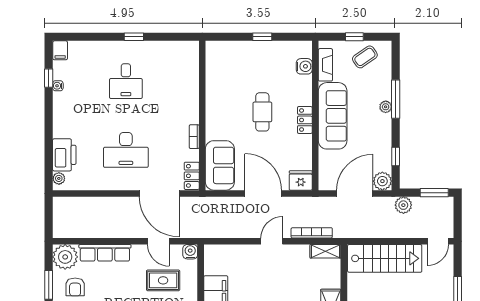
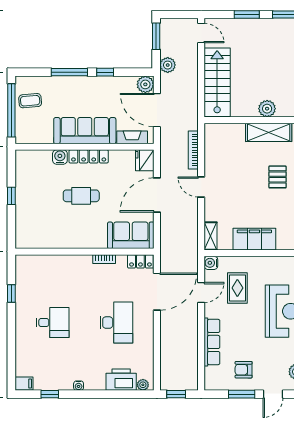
window: (134, 37) -> (11, 293), moved
window: (354, 37) -> (11, 110), width x3.17
coffee table: (365, 57) -> (30, 101), turned -60
fireplace: (325, 65) -> (132, 137), moved
water cooler: (304, 66) -> (60, 157), moved
water cooler: (58, 86) -> (79, 386), moved
plant: (386, 107) -> (76, 81), removed
locker: (305, 120) -> (89, 156), width x1.53
window: (396, 157) -> (105, 72), moved
window: (49, 214) -> (176, 394), added
shelving: (325, 251) -> (211, 236), moved
plant: (65, 257) -> (216, 379), removed
armchair: (75, 287) -> (244, 370), turned 180

